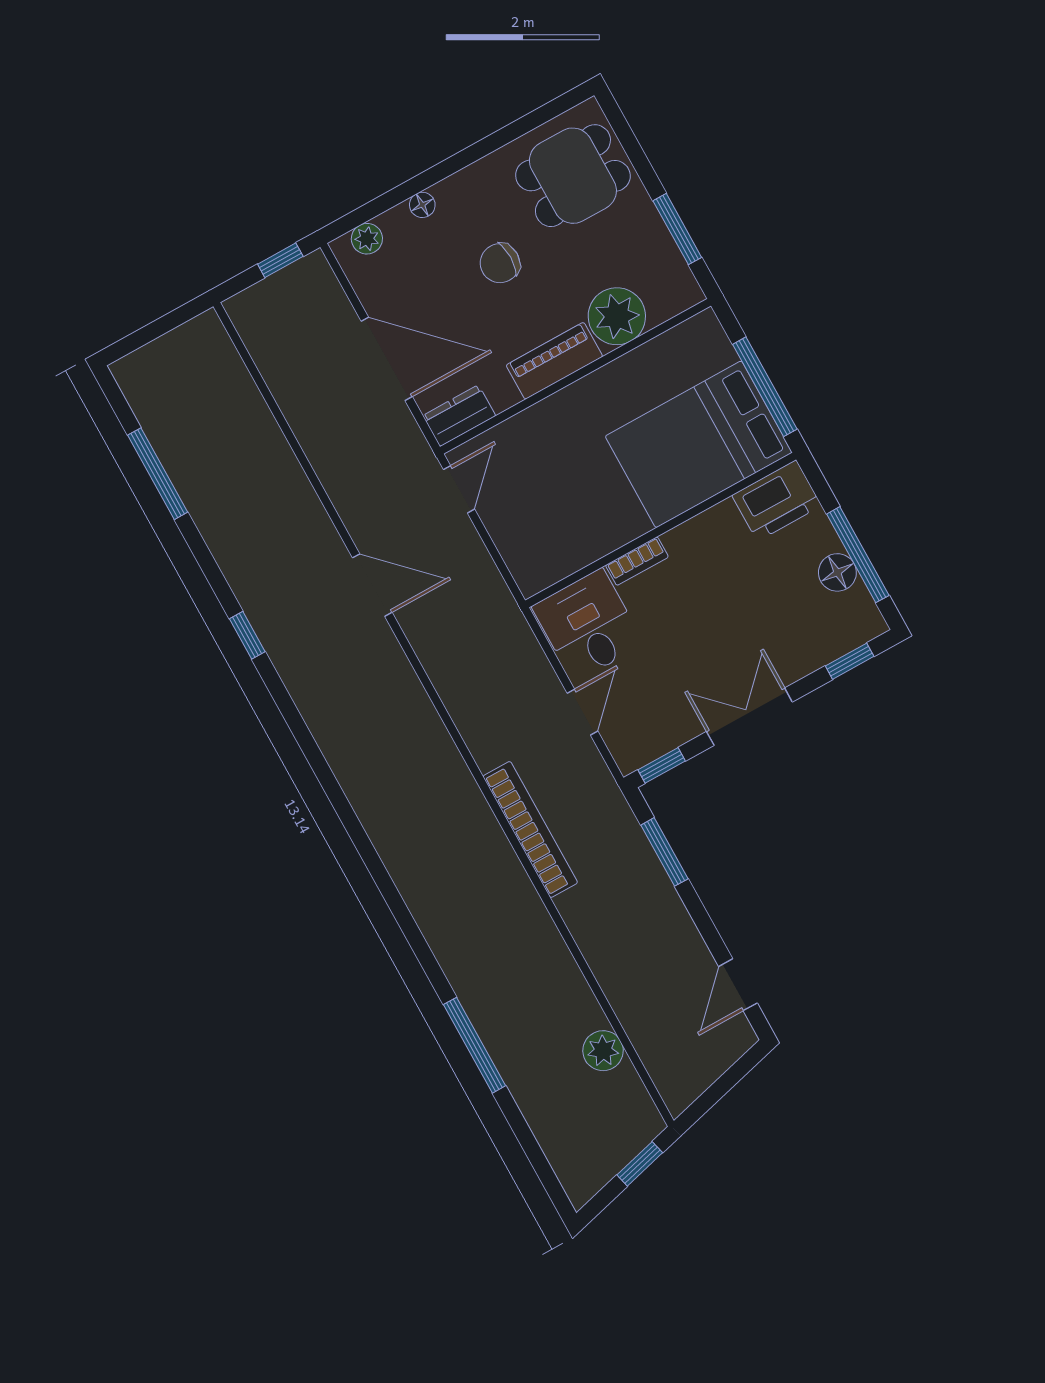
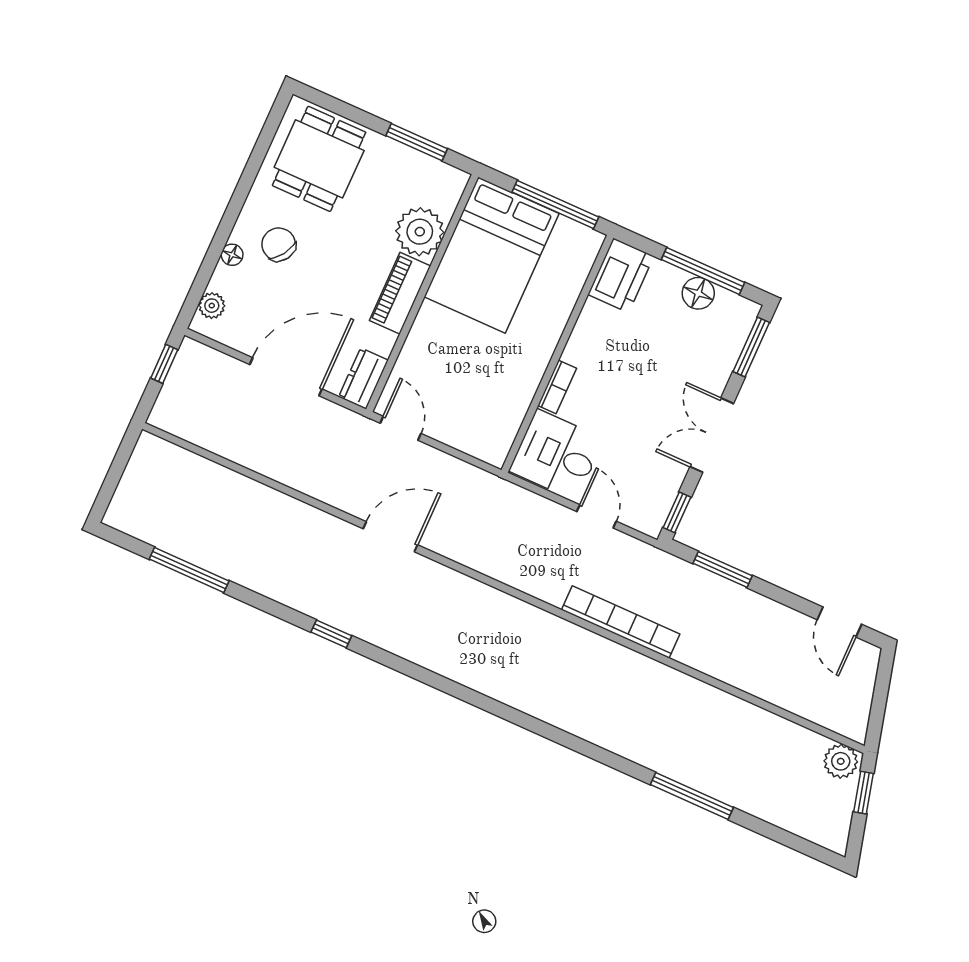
chair: (500, 263) -> (279, 244), moved, turned 123
bed: (699, 444) -> (491, 255), moved
window: (850, 661) -> (751, 347), width x1.50
plant: (603, 1051) -> (841, 761), moved

